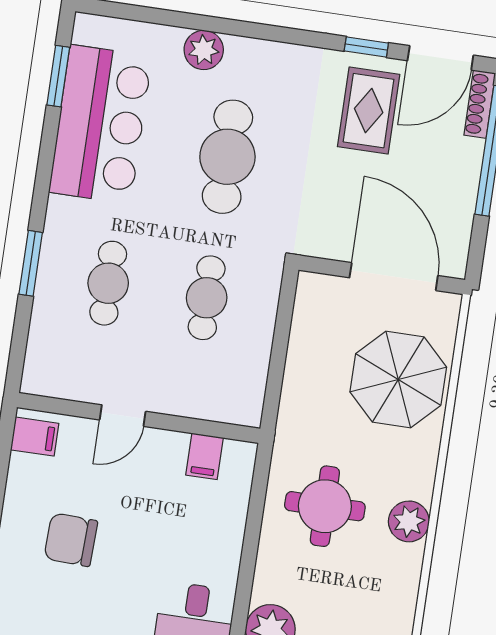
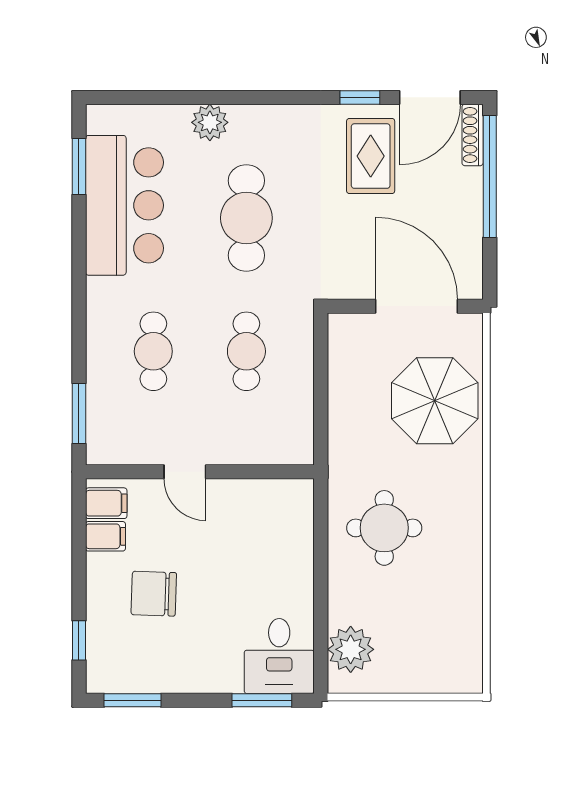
window: (31, 263) -> (79, 413), moved
door: (123, 416) -> (185, 472), hinge flipped
filing cabinet: (205, 456) -> (105, 536), moved, turned -90
plant: (409, 521) -> (464, 531), removed

